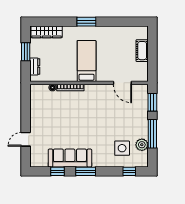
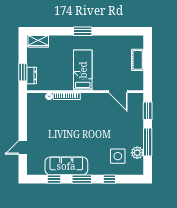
wardrobe: (47, 32) -> (38, 41), width x0.67
window: (26, 52) -> (23, 72), moved
window: (129, 171) -> (109, 179), moved

